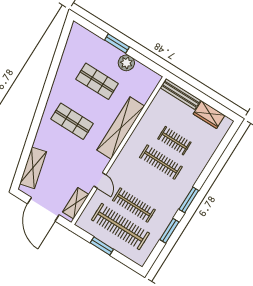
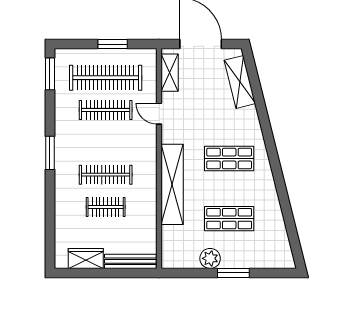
window: (169, 231) -> (50, 74), moved

